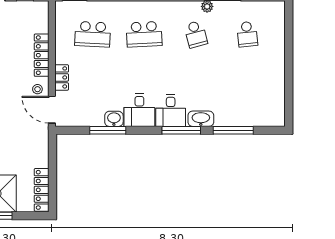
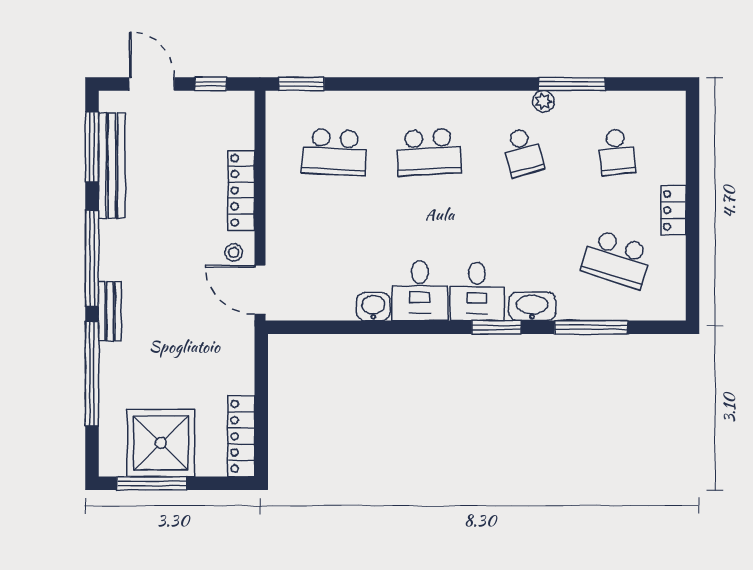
locker: (62, 77) -> (673, 210), moved, turned 180
school desk: (247, 93) -> (617, 259), added
window: (108, 130) -> (362, 327), removed
window: (181, 130) -> (496, 327), width x0.69

